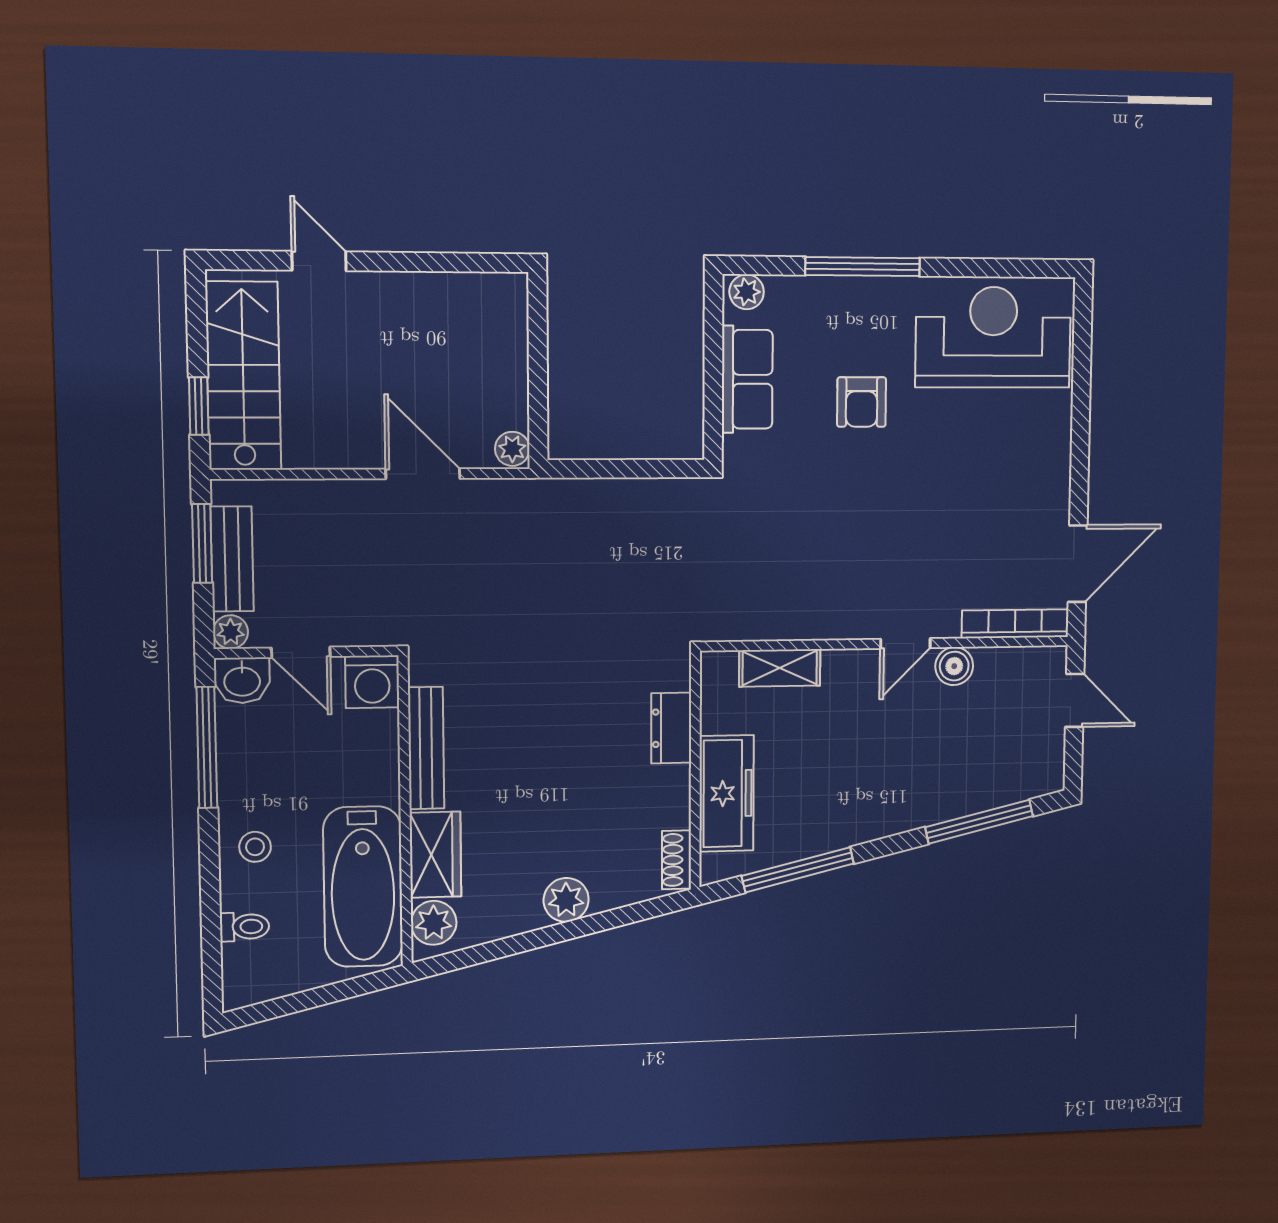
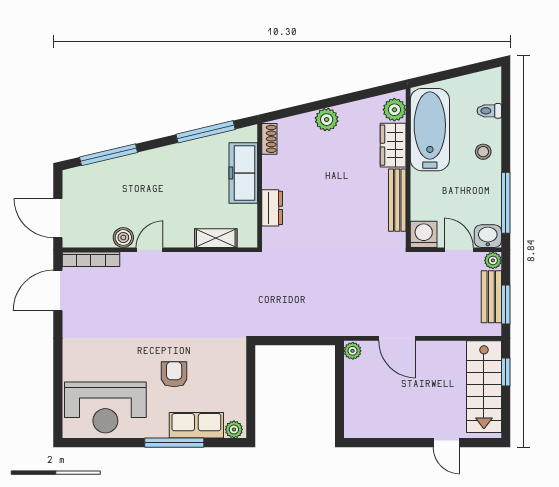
row of seats: (747, 379) -> (196, 425), moved, turned 90
door: (1075, 700) -> (58, 218), width x1.38

